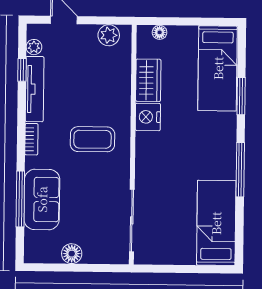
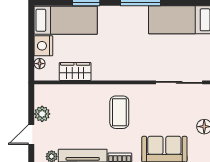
plant: (109, 35) -> (42, 114), moved
nightstand: (148, 117) -> (43, 46), moved, turned 90

